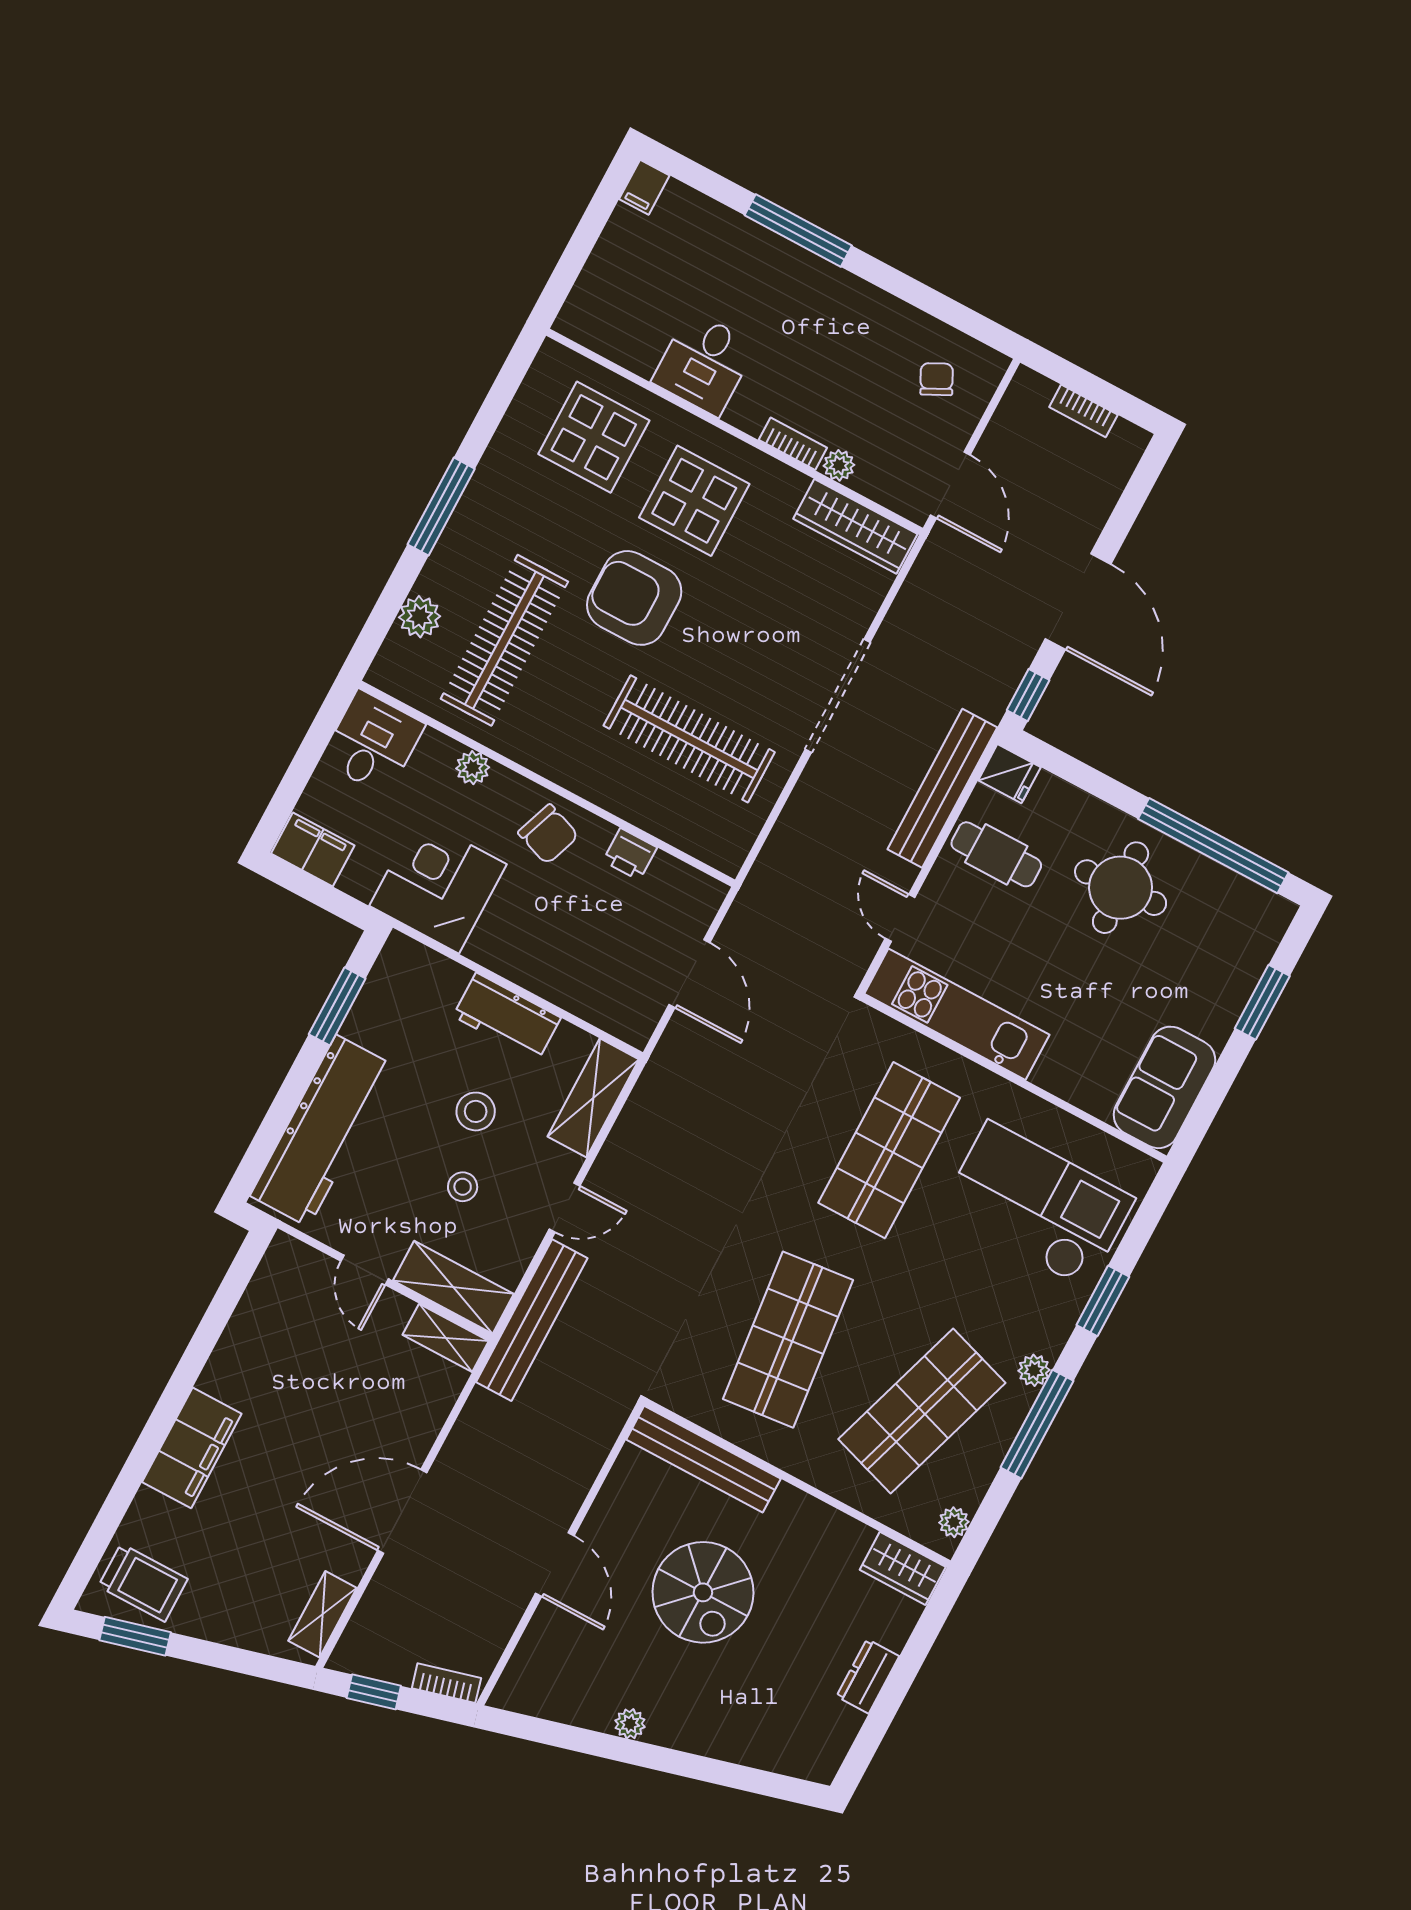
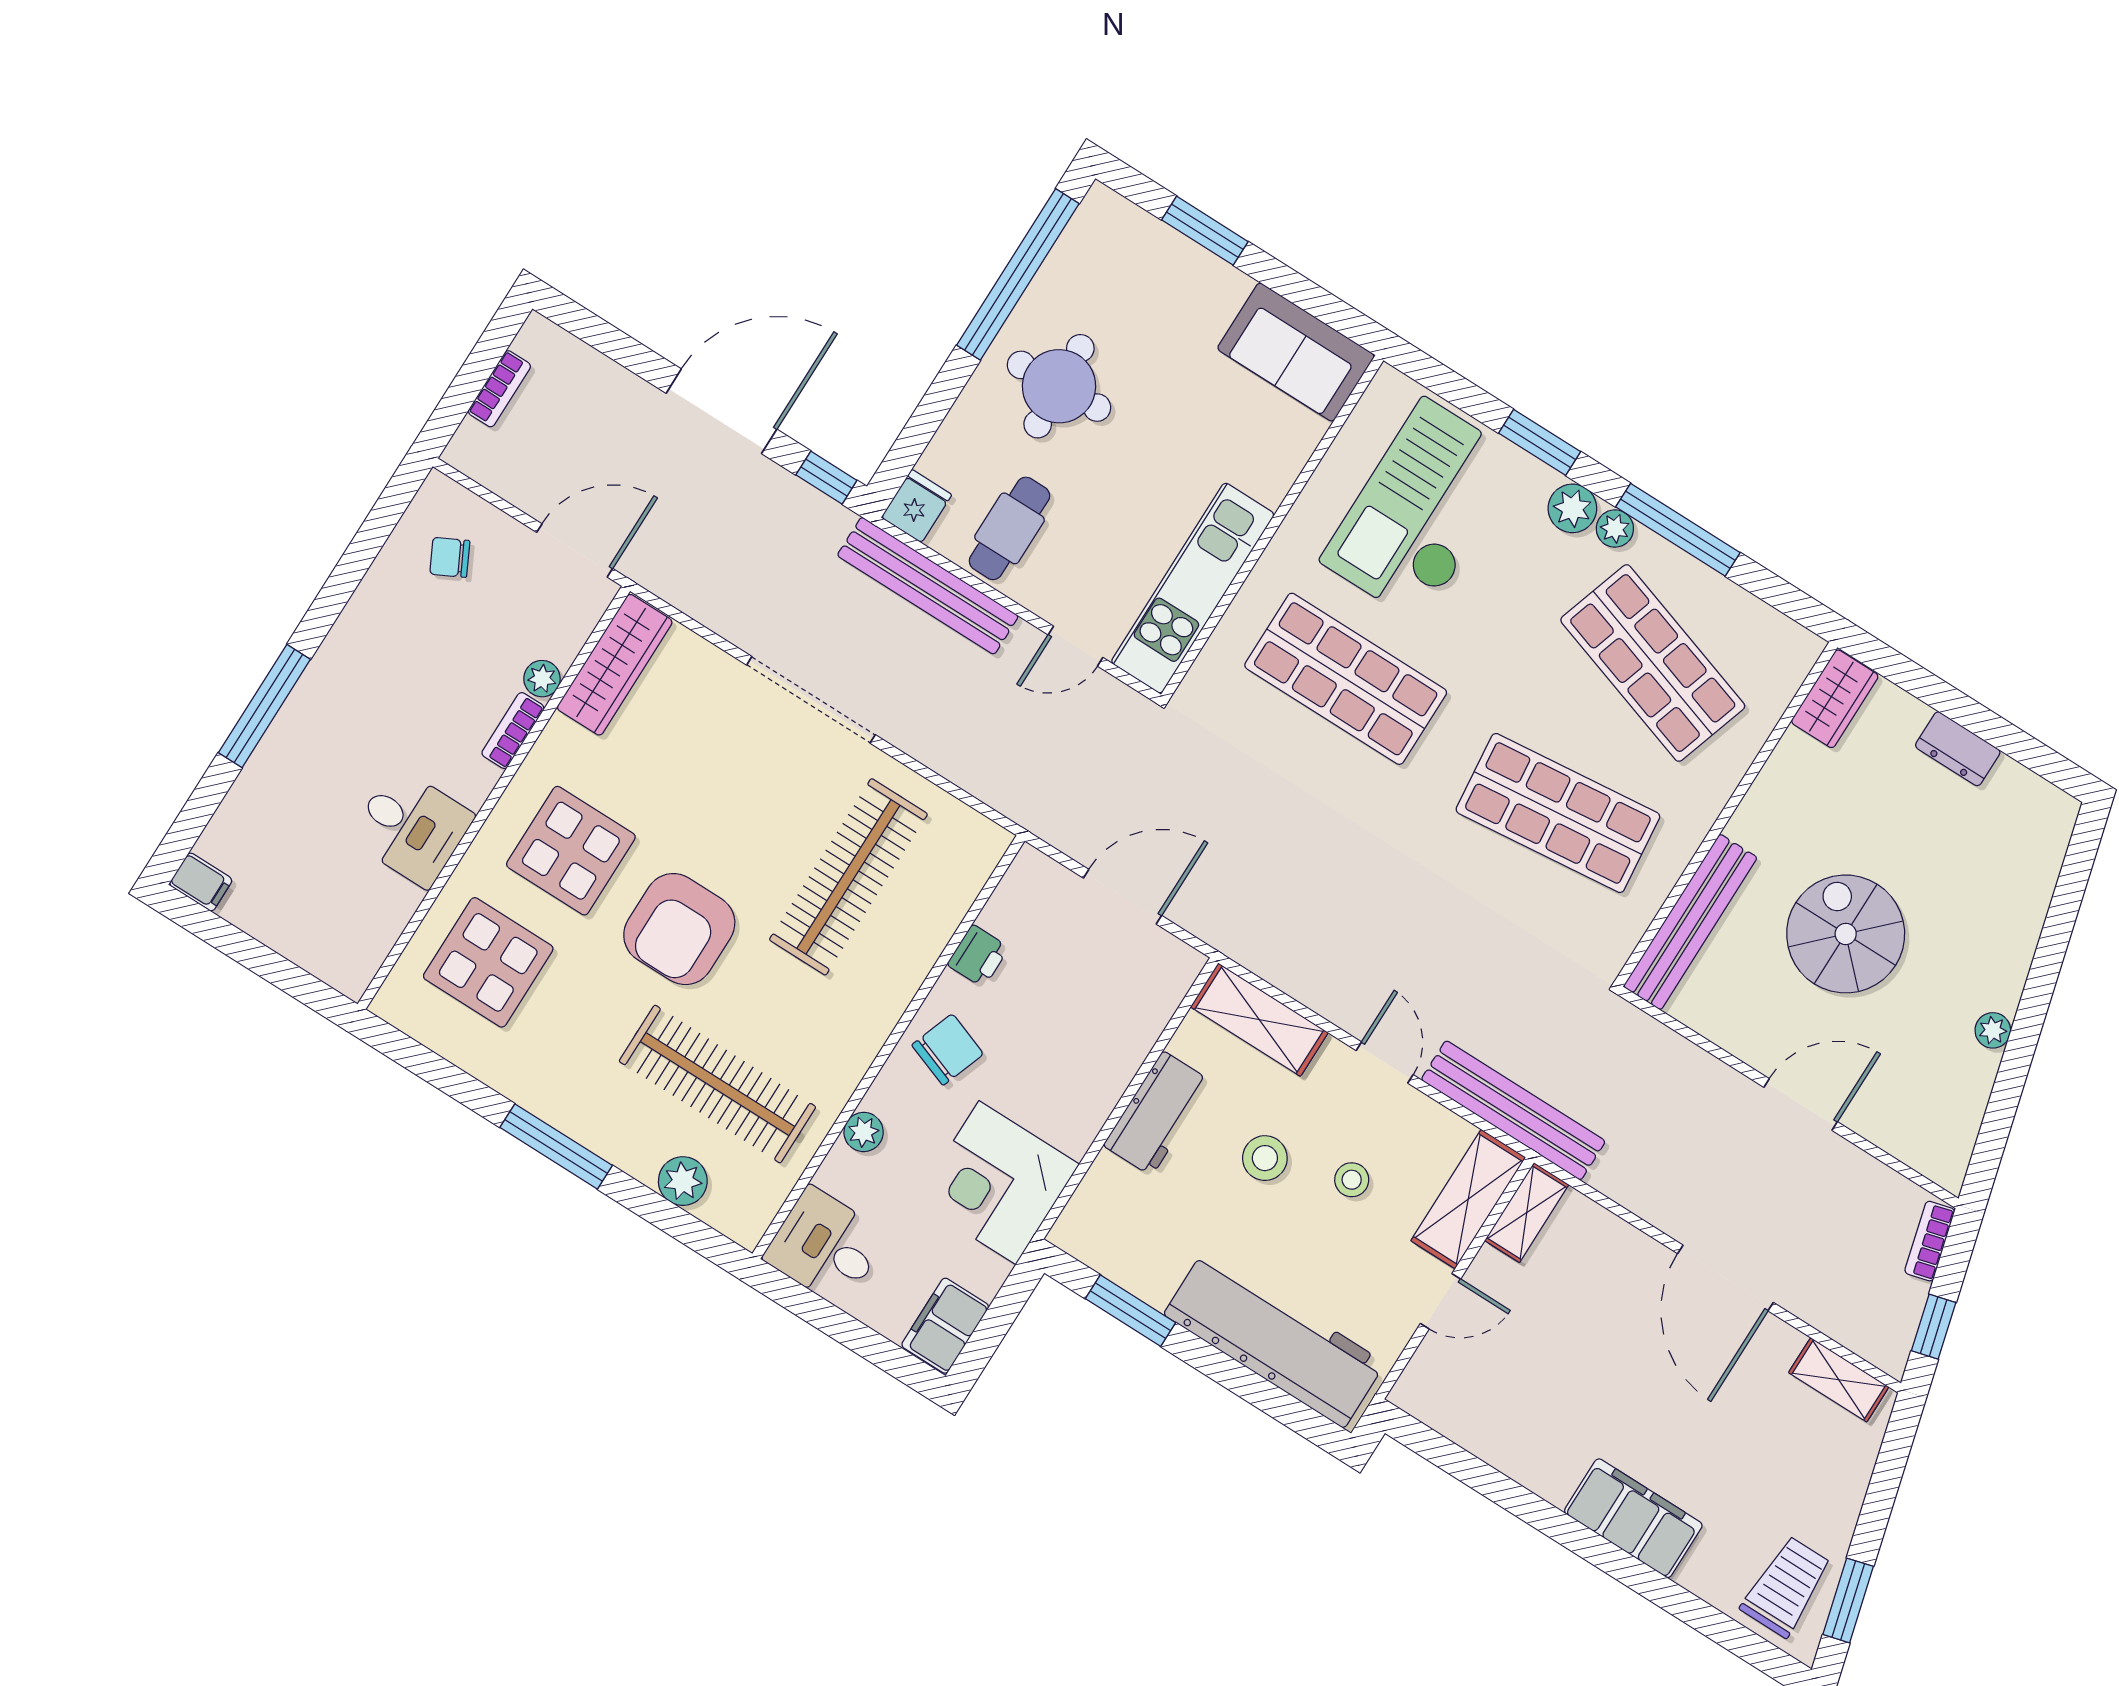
plant: (954, 1522) -> (1572, 508), moved, width x1.38, depth x1.38
spiral stairs: (703, 1592) -> (1846, 934), turned -90

